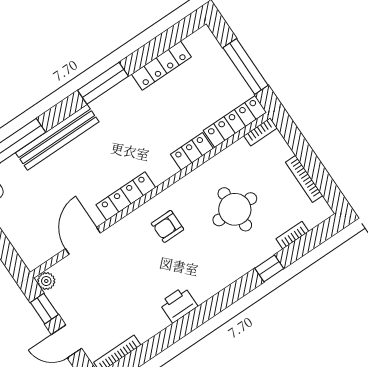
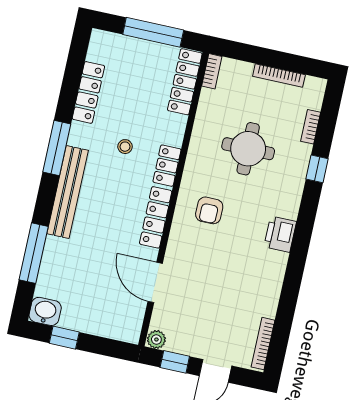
stool: (151, 127) -> (125, 147), added
bench: (57, 137) -> (68, 192), moved
locker: (192, 151) -> (167, 166), moved
printer: (179, 305) -> (280, 234), moved

